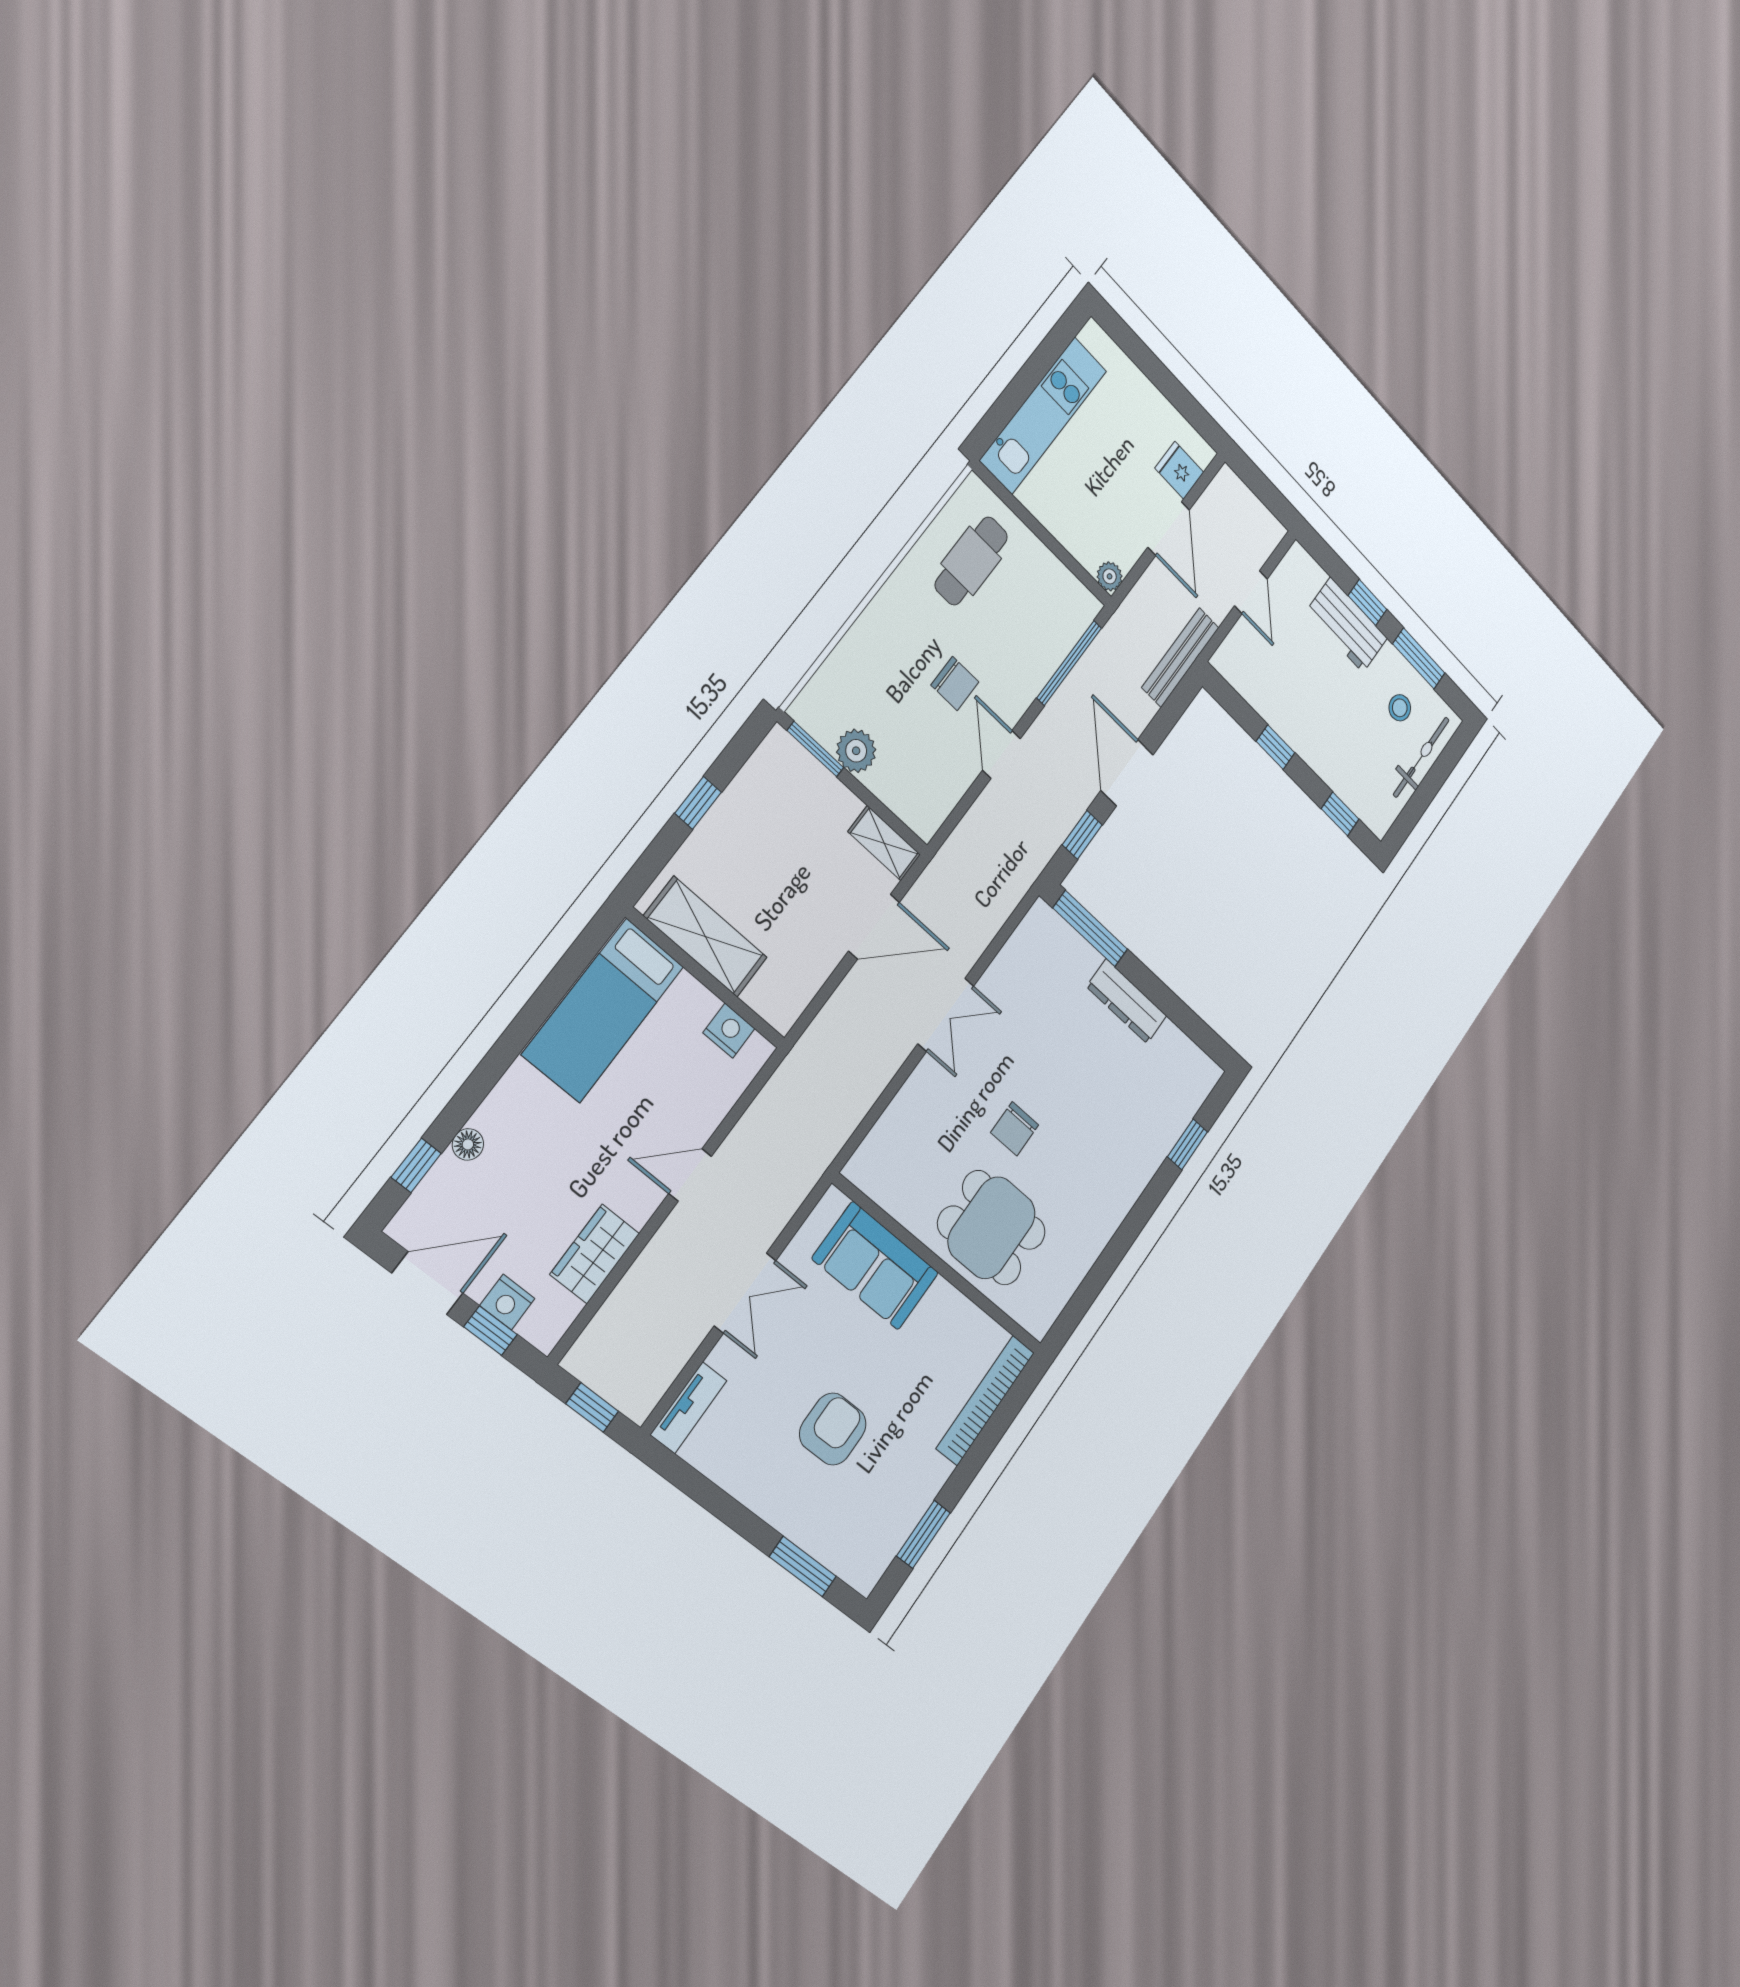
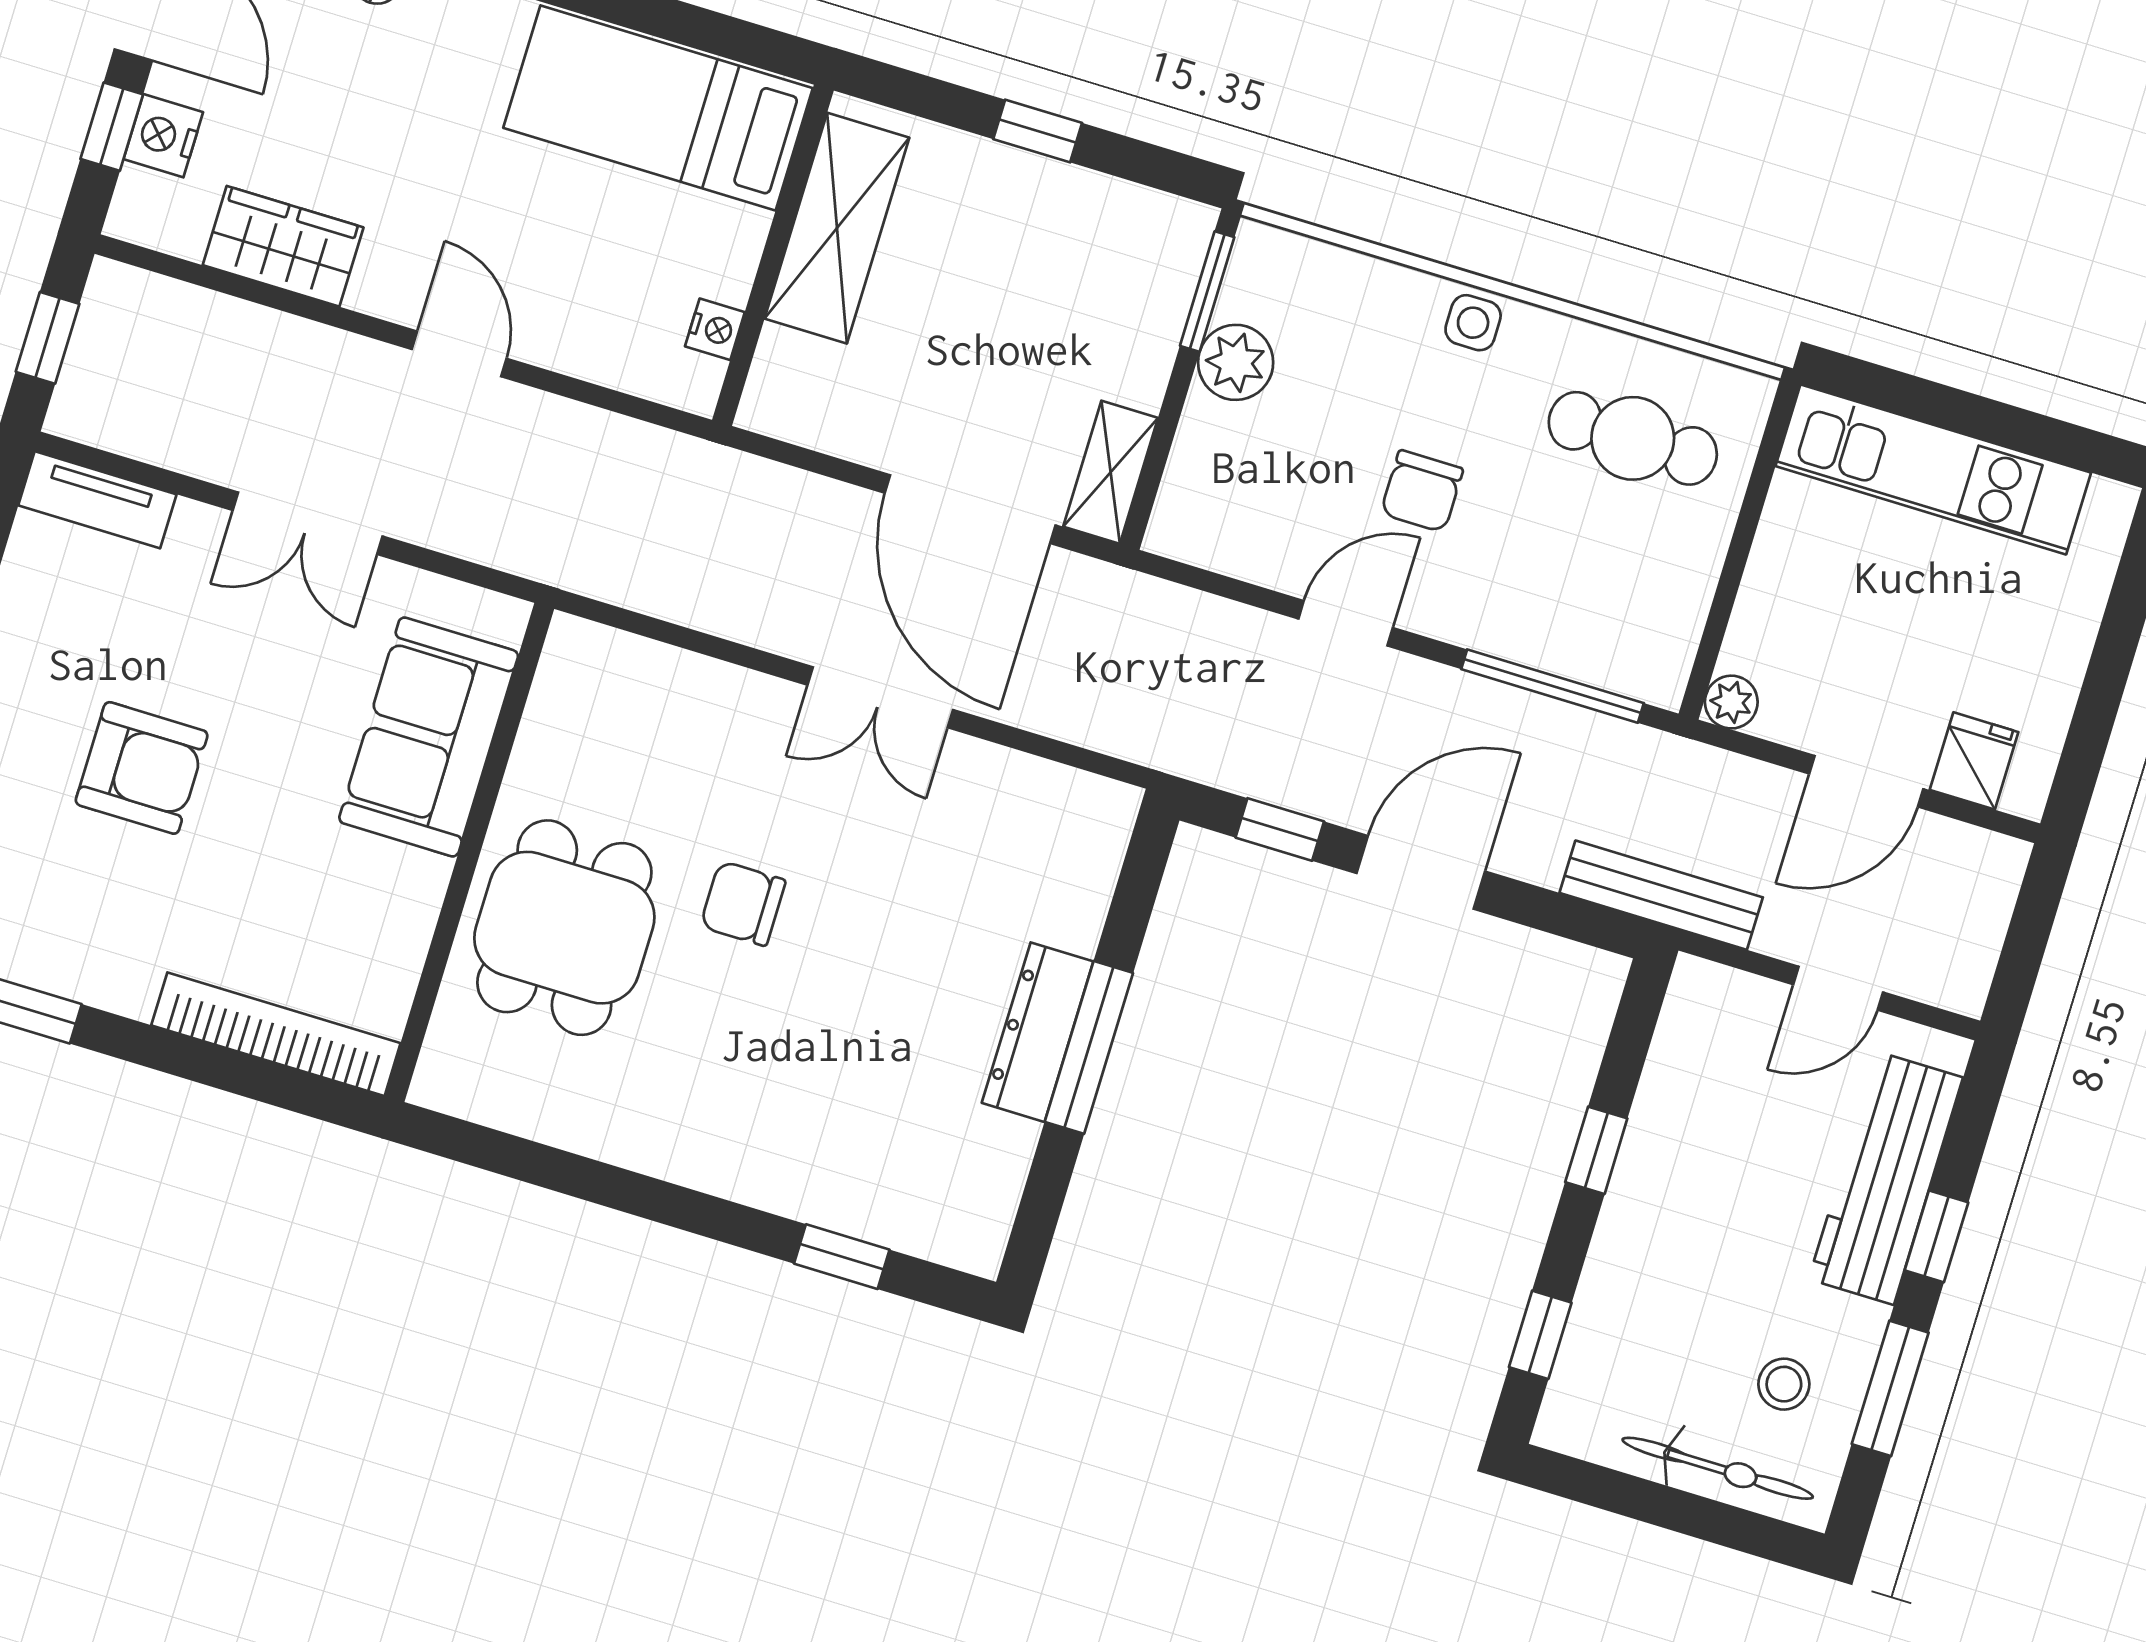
side table: (885, 615) -> (1473, 323), added
workbench: (1347, 625) -> (1886, 1178), width x1.38
door: (874, 927) -> (970, 509), width x1.36
window: (1090, 929) -> (1089, 1047), moved
nightstand: (729, 1031) -> (715, 329), width x0.72, depth x0.74

